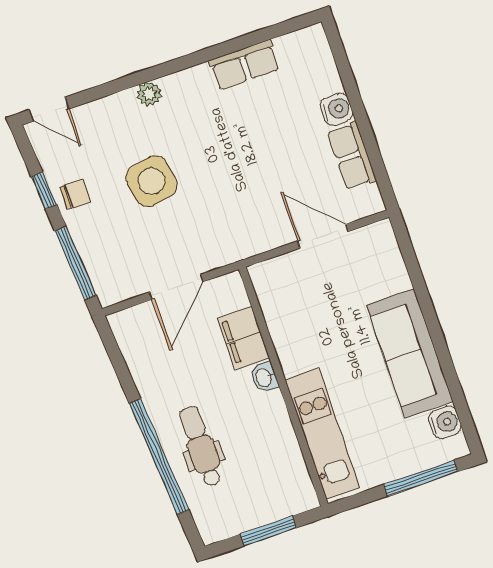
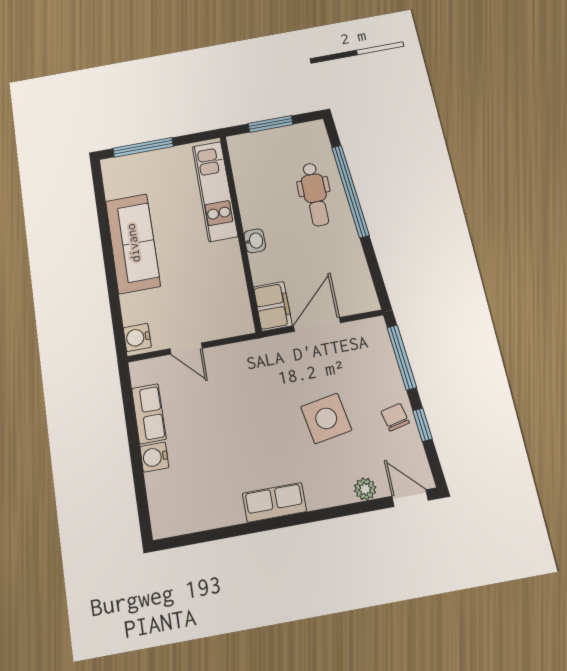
row of seats: (244, 65) -> (274, 502), moved
plant: (149, 94) -> (365, 489), moved
chair: (75, 194) -> (395, 417), turned 77
door: (323, 236) -> (186, 349), width x0.73
filing cabinet: (244, 338) -> (273, 306), moved
water cooler: (445, 422) -> (137, 337), moved

